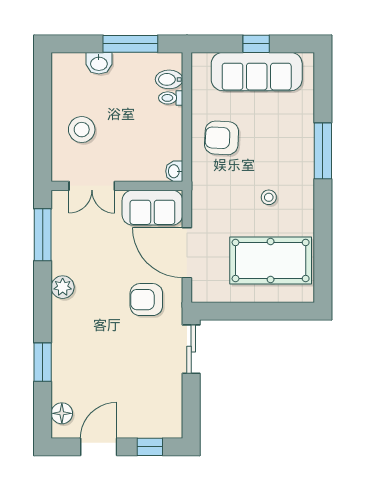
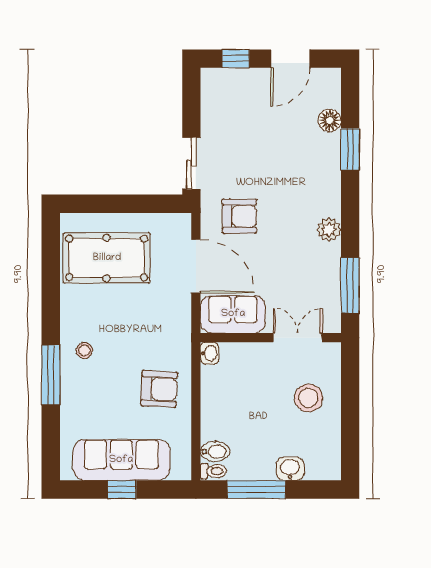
toilet: (171, 98) -> (213, 471), moved
stool: (269, 197) -> (84, 350), moved
floor lamp: (62, 413) -> (330, 120), moved

